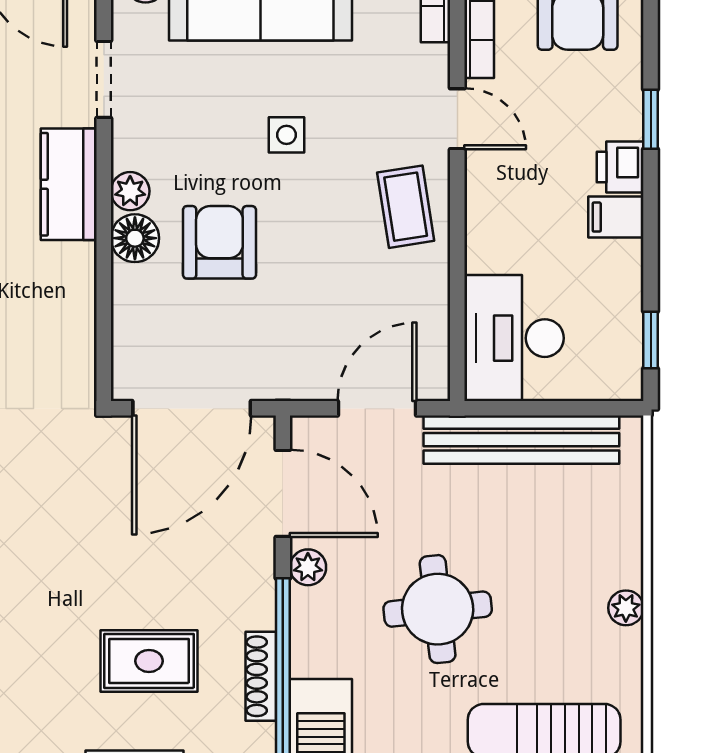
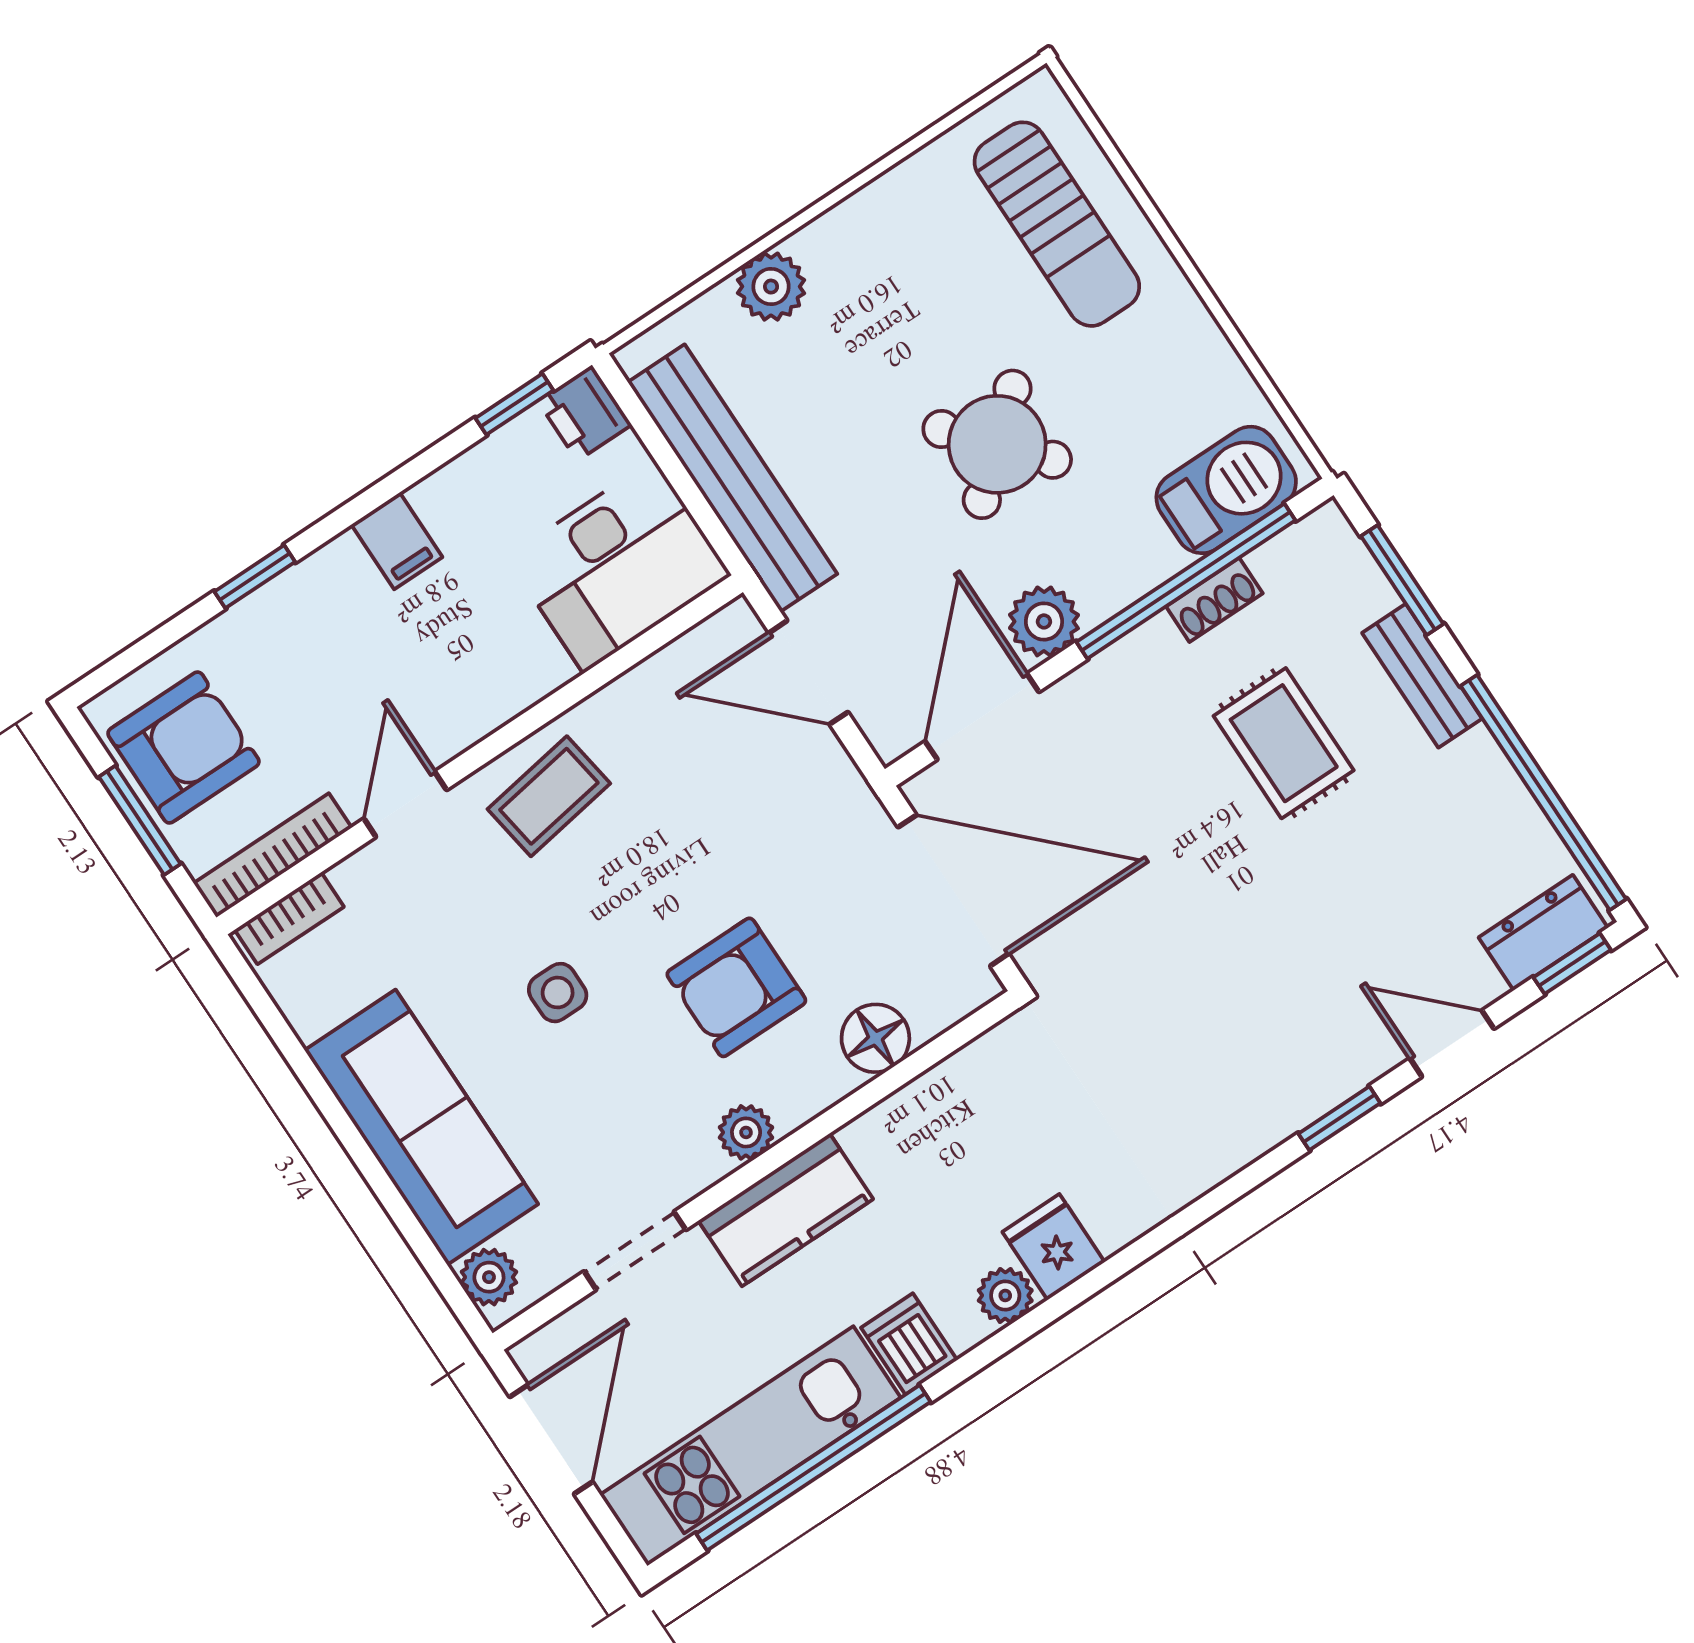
printer: (620, 167) -> (585, 413), moved, turned 90
floor lamp: (135, 238) -> (875, 1038), moved
plant: (308, 567) -> (1044, 621), width x1.38, depth x1.38
plant: (626, 608) -> (771, 287), moved, width x1.38, depth x1.38
round table: (438, 609) -> (997, 444), turned -35
shoe rack: (261, 676) -> (1214, 600), width x0.70

